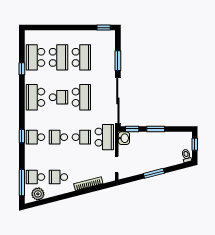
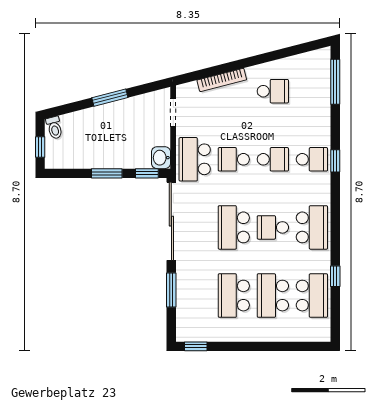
school desk: (36, 177) -> (312, 91), removed
plant: (38, 194) -> (308, 62), removed

